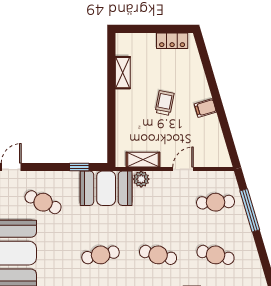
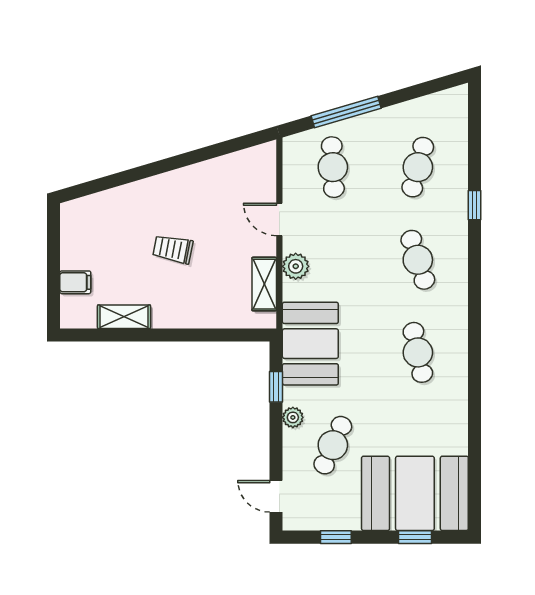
locker: (172, 41) -> (73, 237), removed
filing cabinet: (205, 108) -> (75, 282), moved, turned -74
plant: (60, 177) -> (293, 417), added
plant: (141, 179) -> (296, 266), moved
cafe table: (158, 255) -> (418, 260), turned -33

